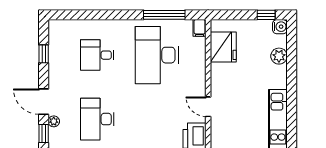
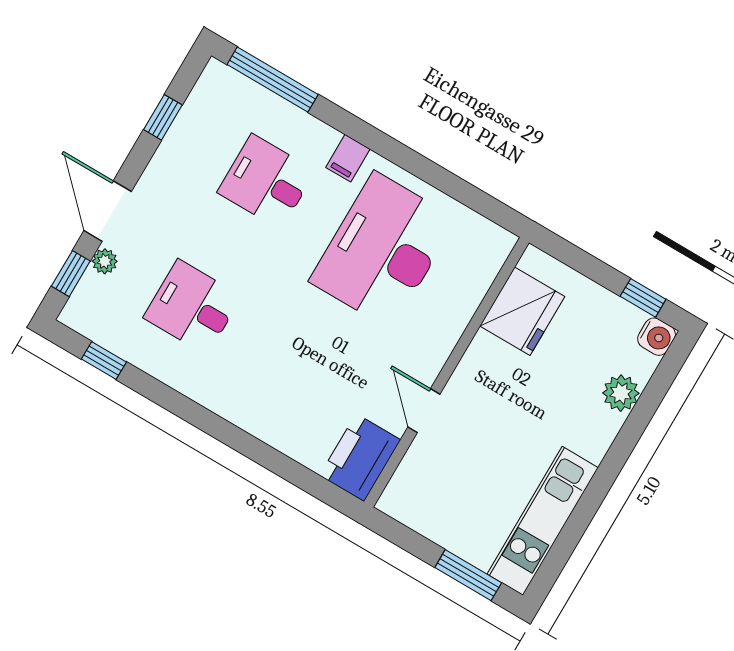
window: (164, 15) -> (273, 80), moved
filing cabinet: (200, 28) -> (348, 158), moved
desk: (97, 119) -> (193, 307), width x0.73

